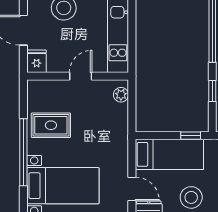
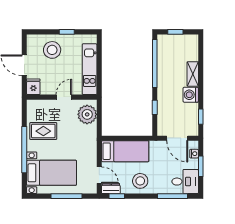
plant: (121, 95) -> (87, 114), width x1.87, depth x1.87
window: (191, 136) -> (140, 138), removed

